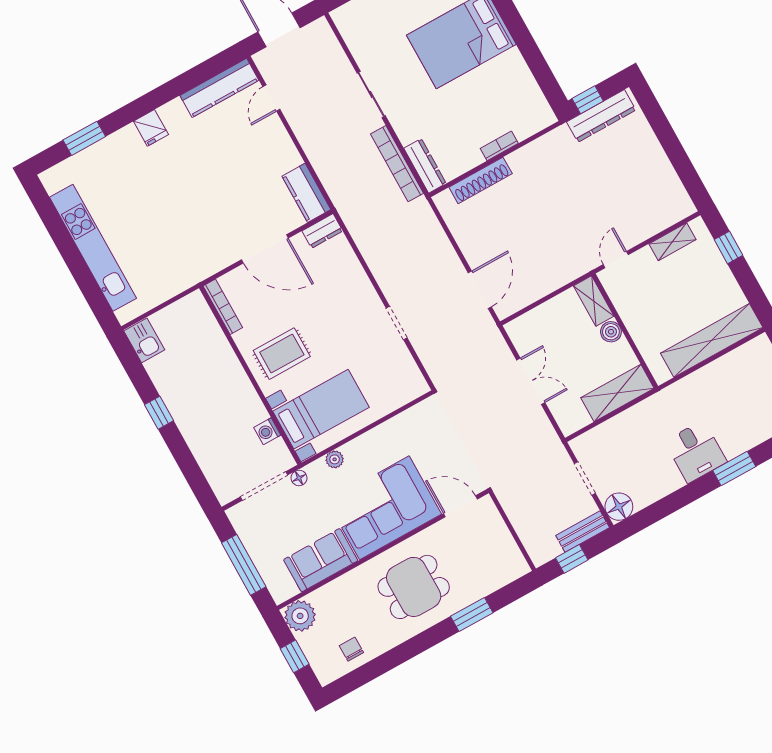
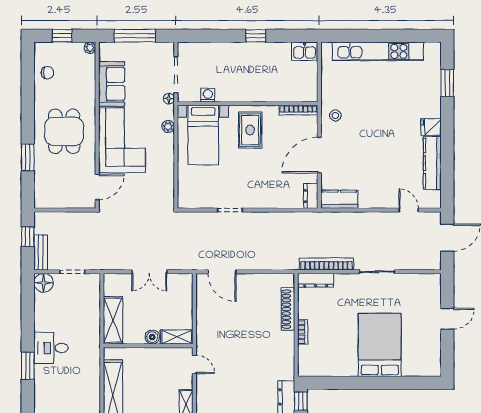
kitchen counter: (219, 88) -> (432, 163), moved
stool: (204, 256) -> (335, 115), added
plant: (300, 616) -> (90, 48), width x0.53, depth x0.53

